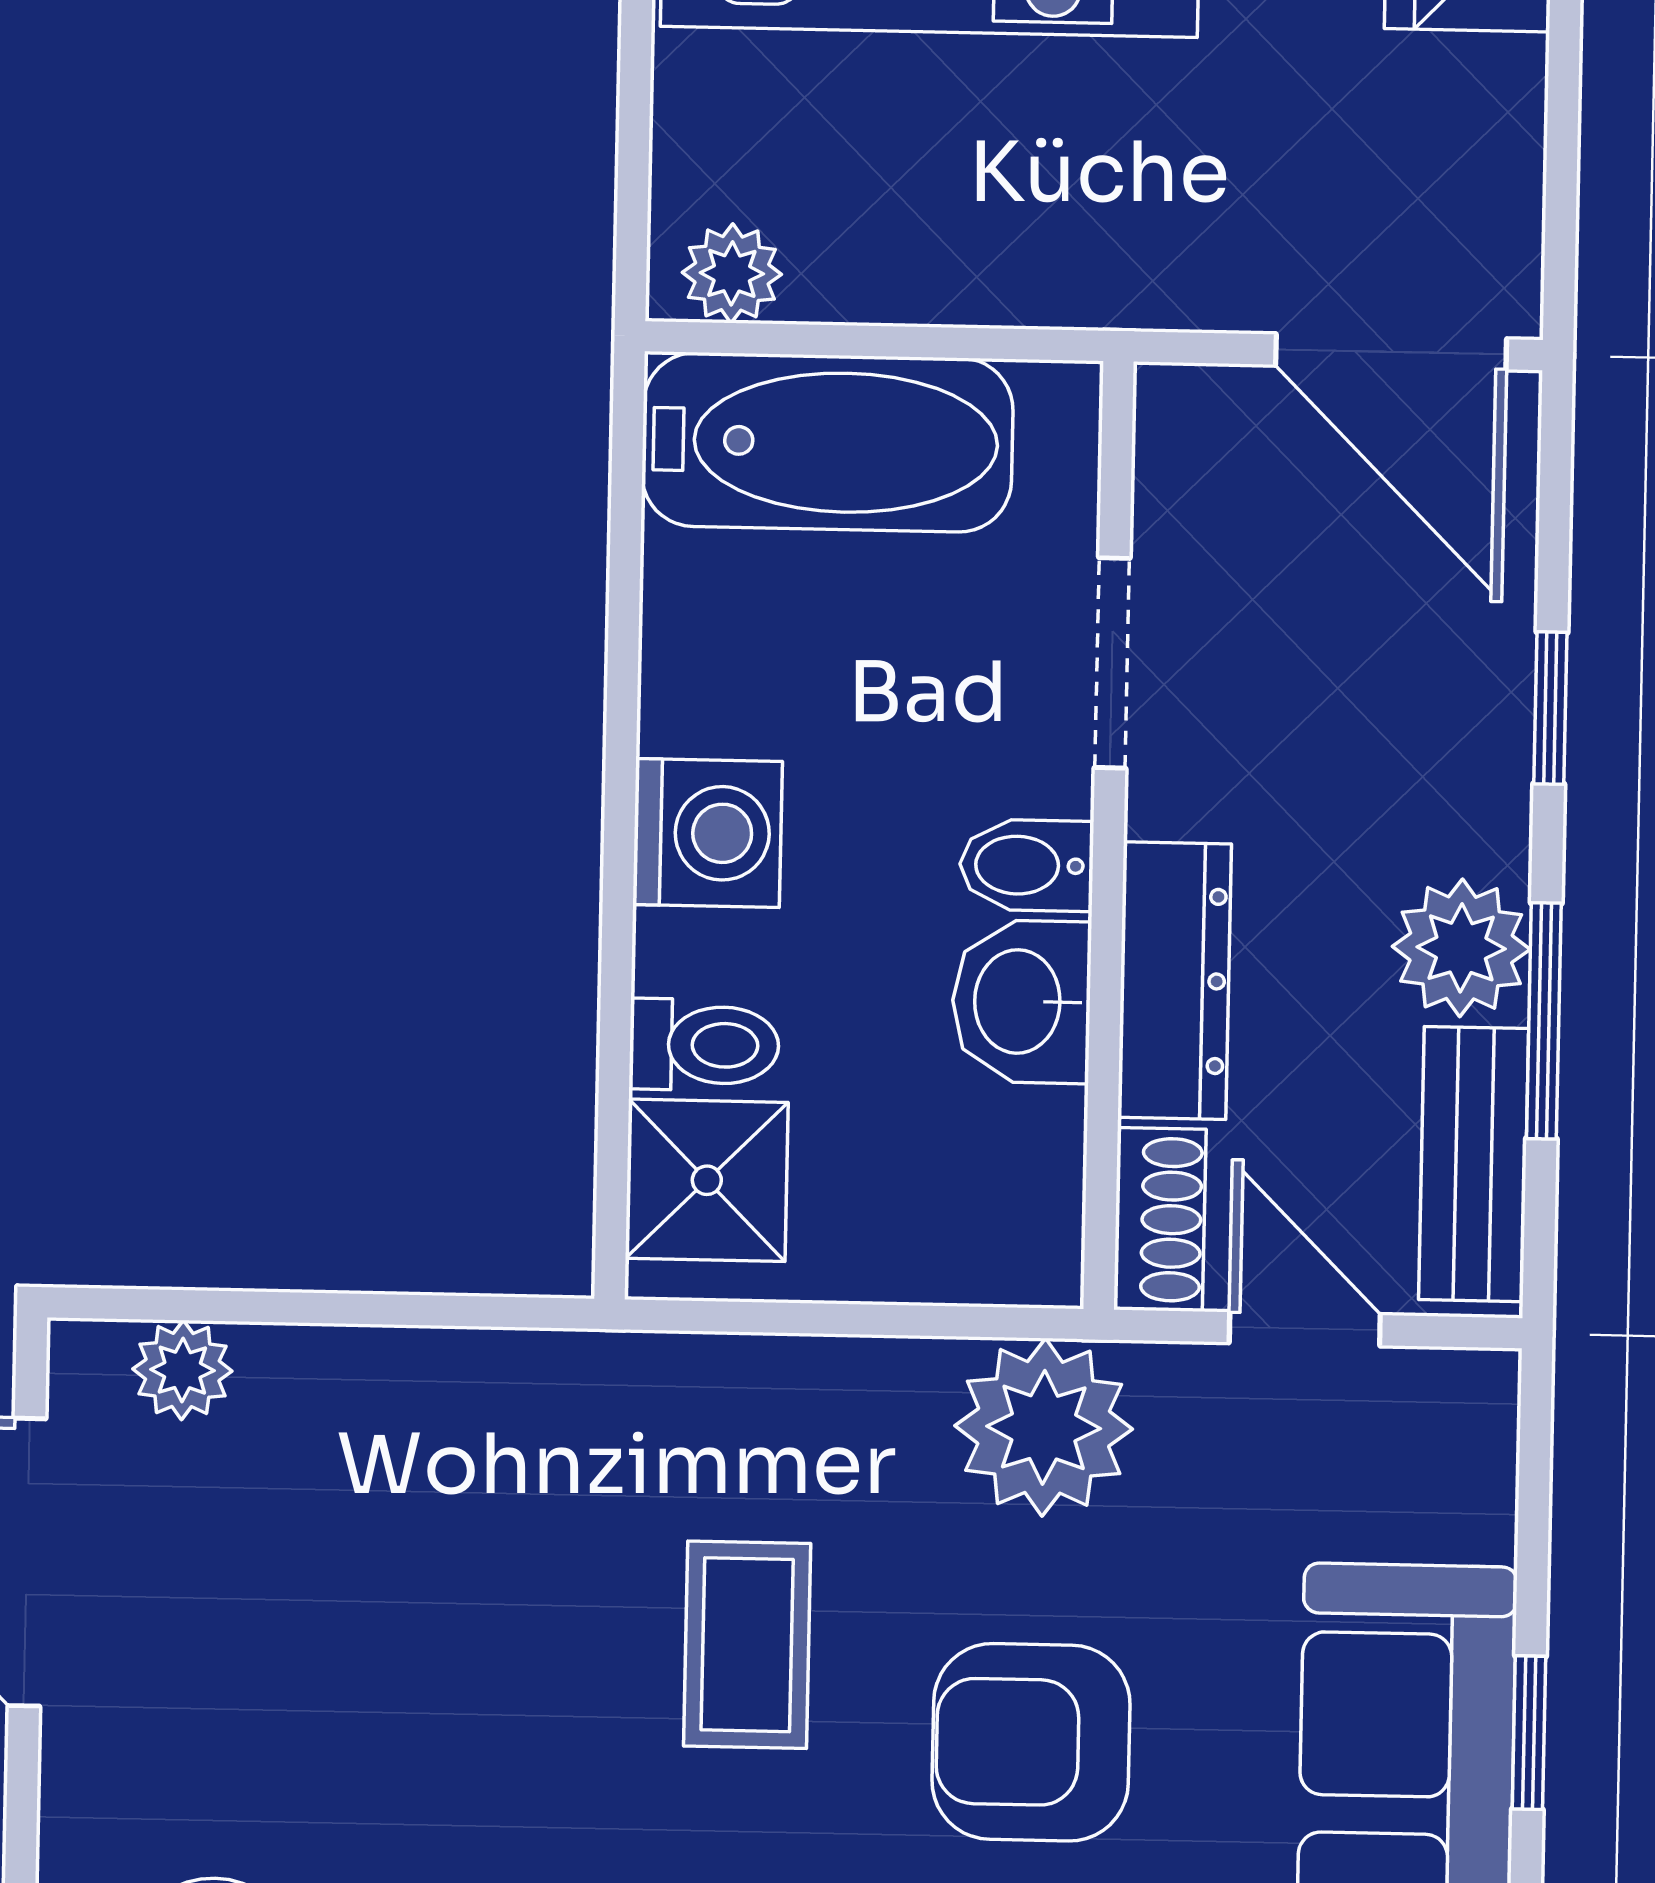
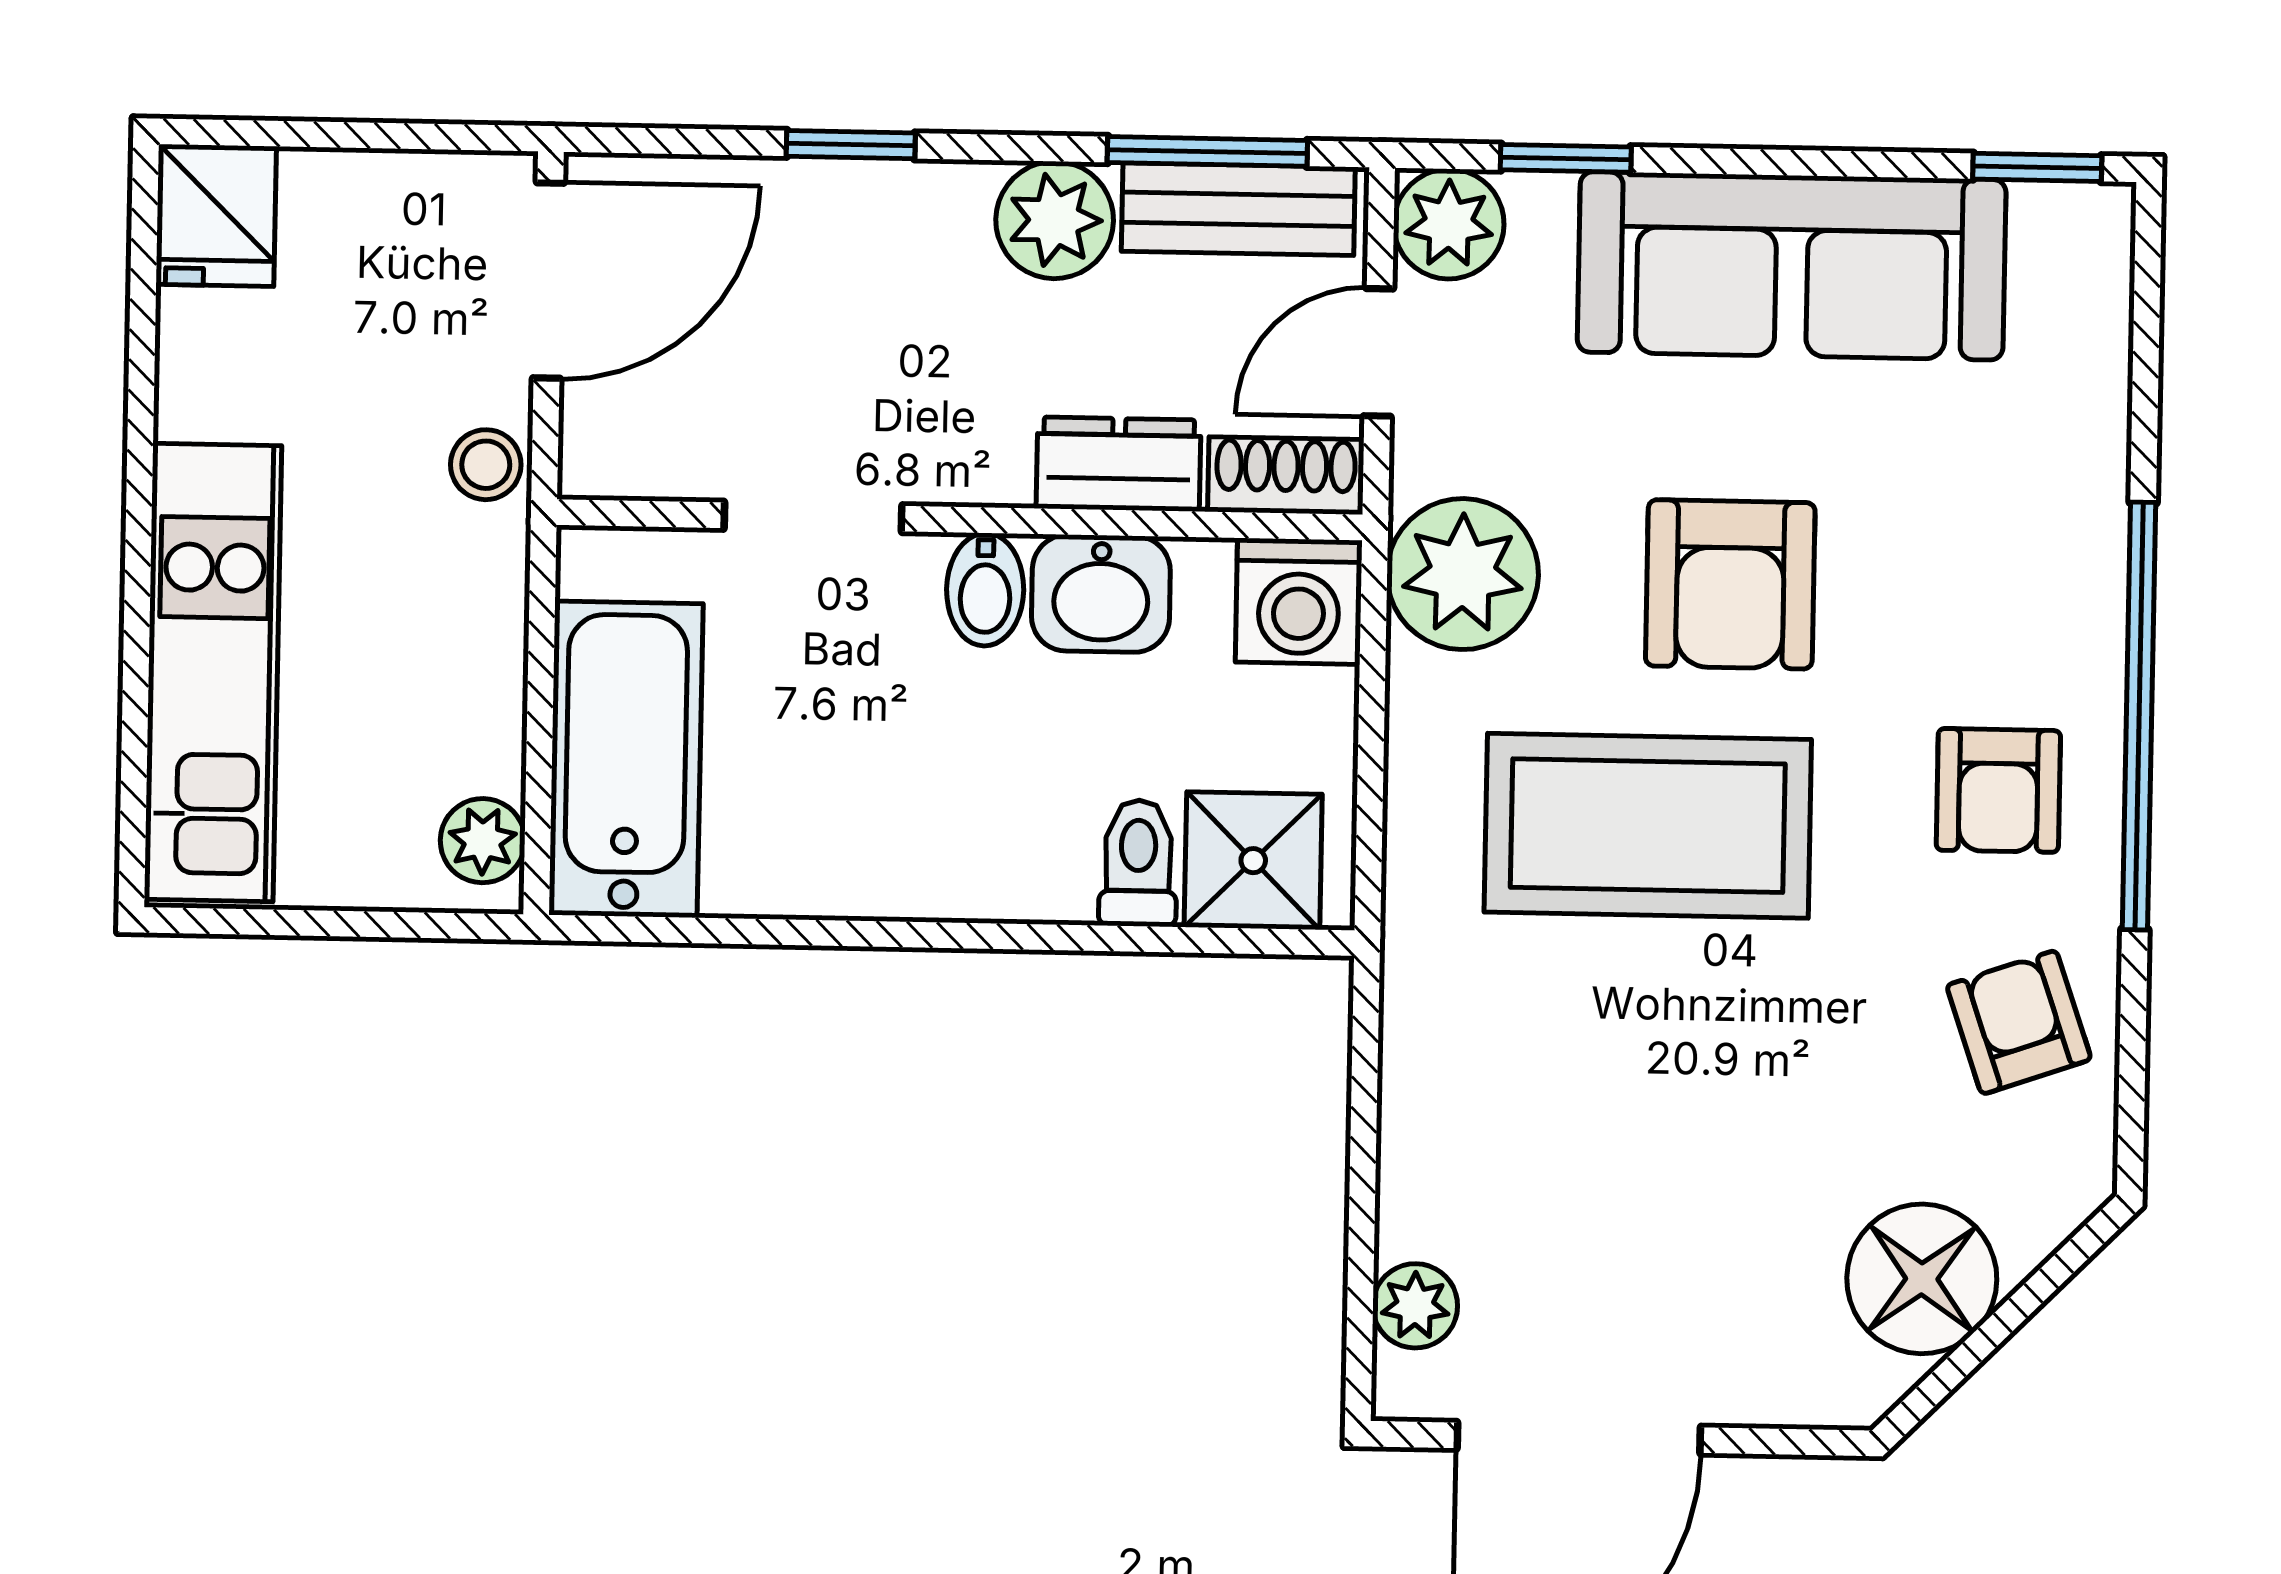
stool: (1174, 278) -> (486, 465), added
washing machine: (708, 833) -> (1299, 601), moved, turned 180
dresser: (1175, 981) -> (1119, 464), width x0.70
window: (1544, 1021) -> (1207, 151), moved
plant: (1456, 1412) -> (1449, 224), added
coffee table: (747, 1645) -> (1648, 826), width x1.86, depth x1.72
window: (1529, 1733) -> (1566, 158), moved

